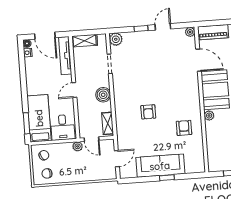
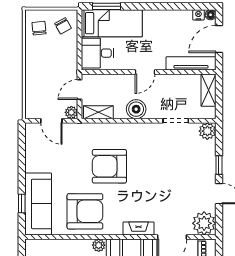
plant: (190, 32) -> (204, 223), width x1.87, depth x1.87
fireplace: (194, 86) -> (139, 228), added
door: (74, 90) -> (145, 72), swing flipped
armchair: (148, 112) -> (109, 166), width x1.88, depth x1.88
armchair: (184, 128) -> (85, 211), width x1.88, depth x1.88
plant: (78, 146) -> (71, 112), moved
sofa: (160, 166) -> (38, 204), moved
window: (167, 178) -> (22, 204), moved

